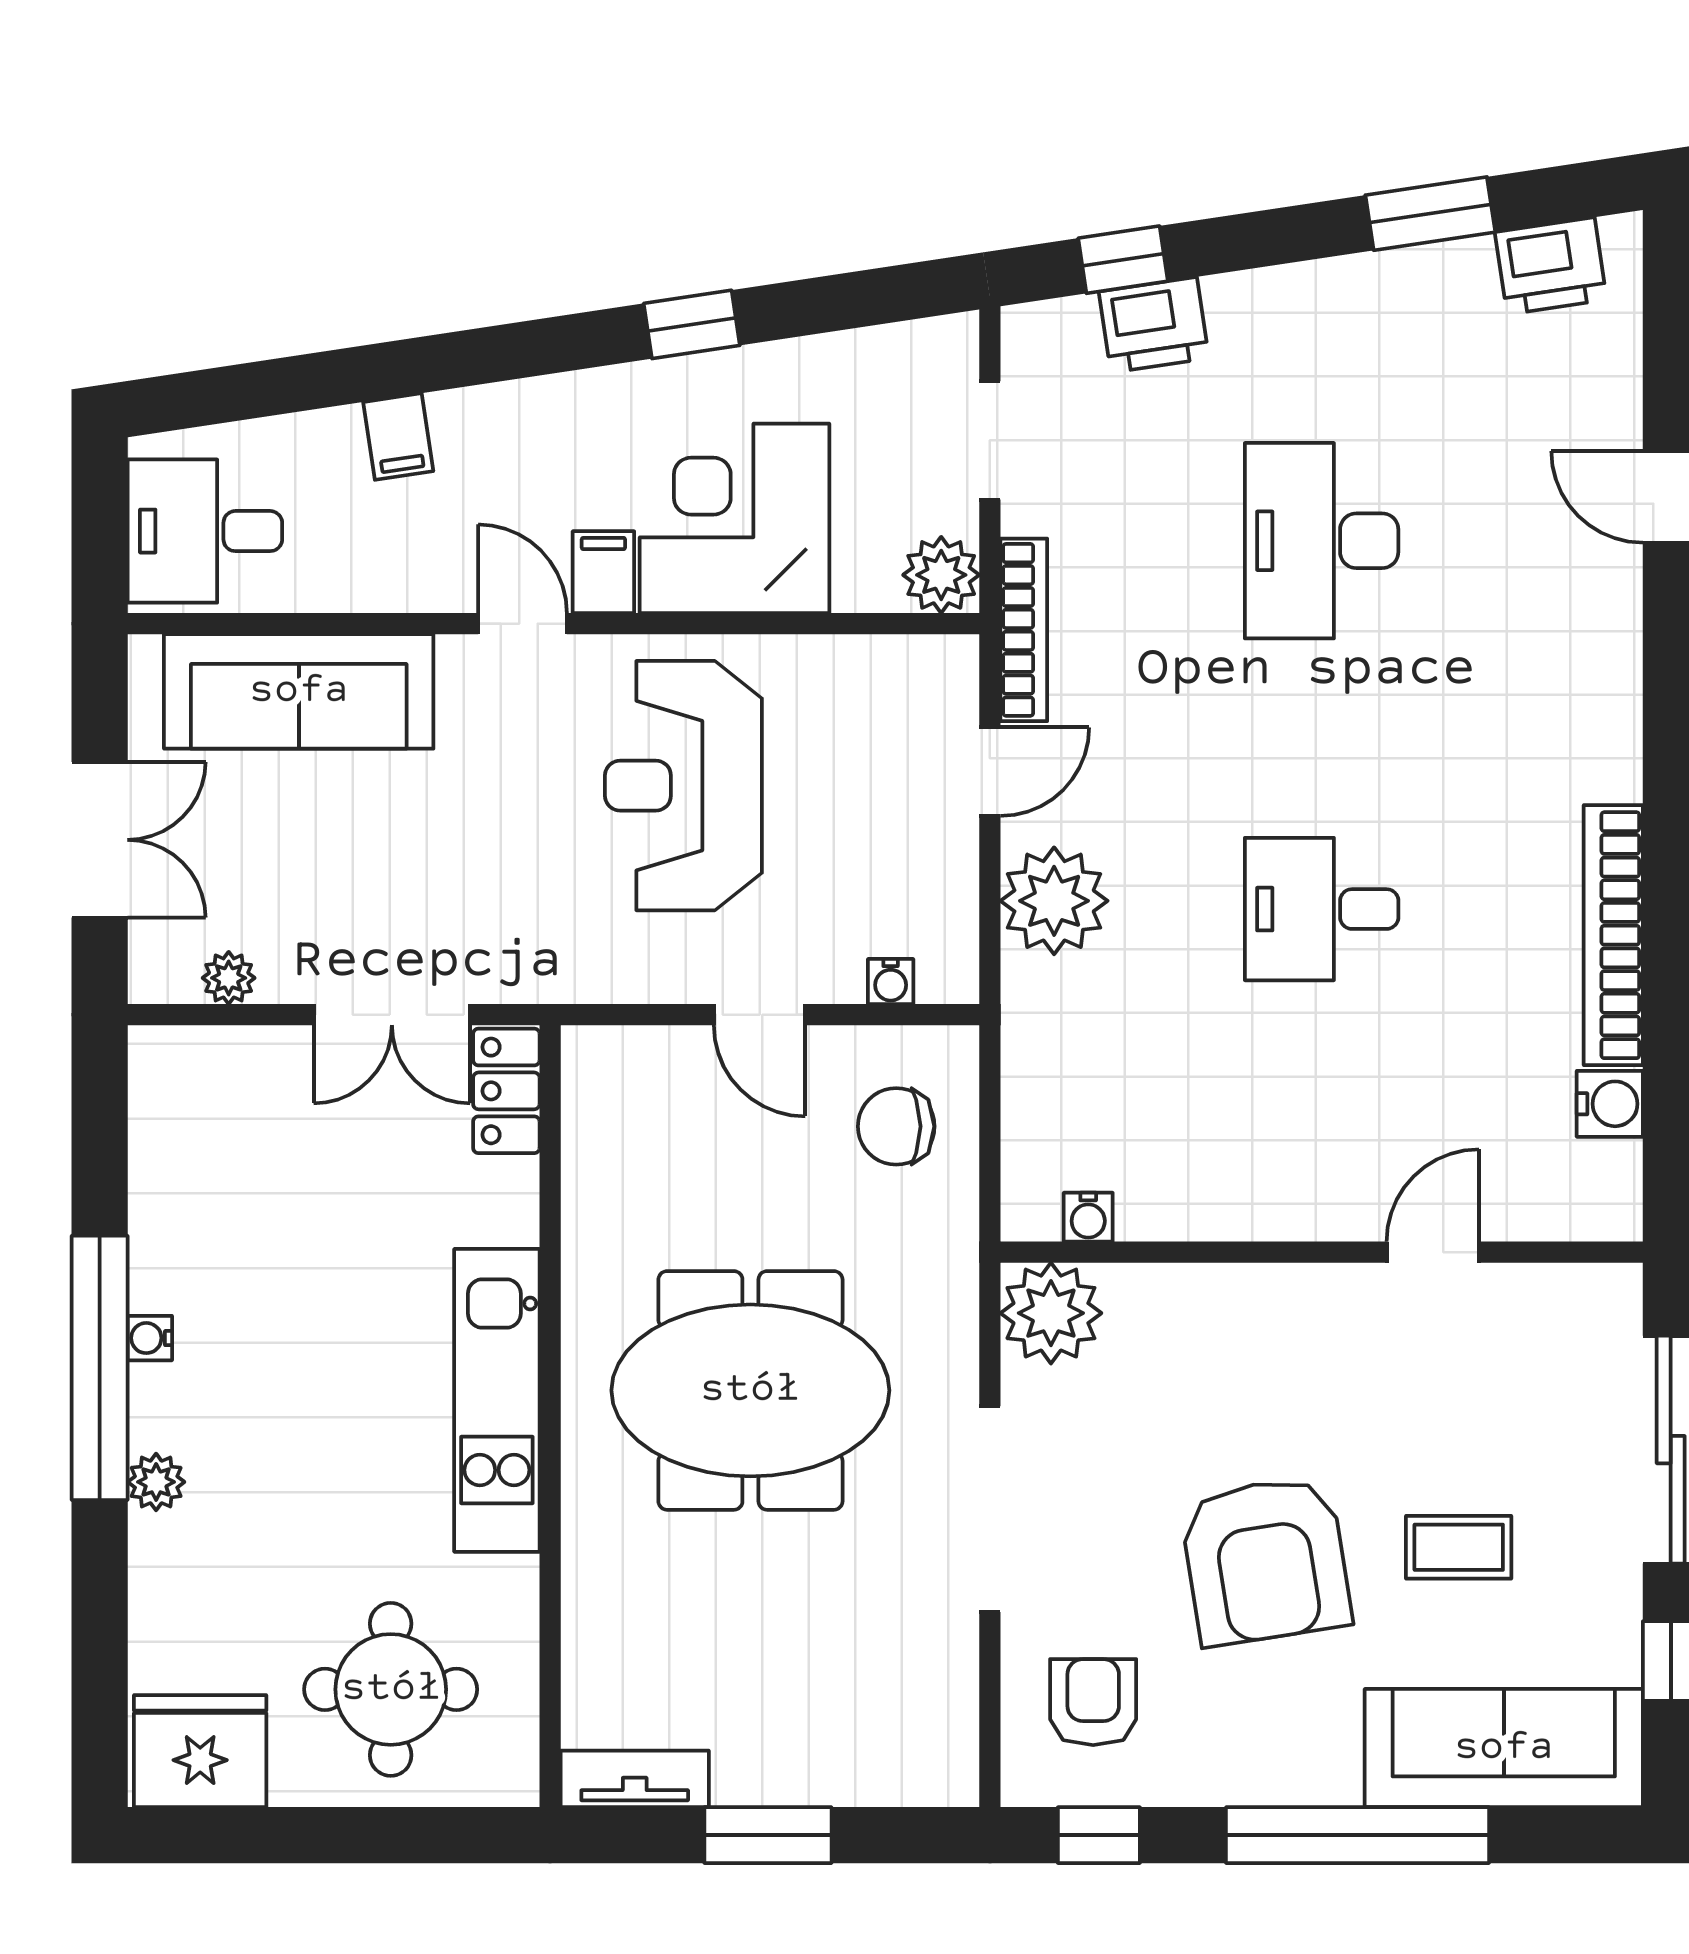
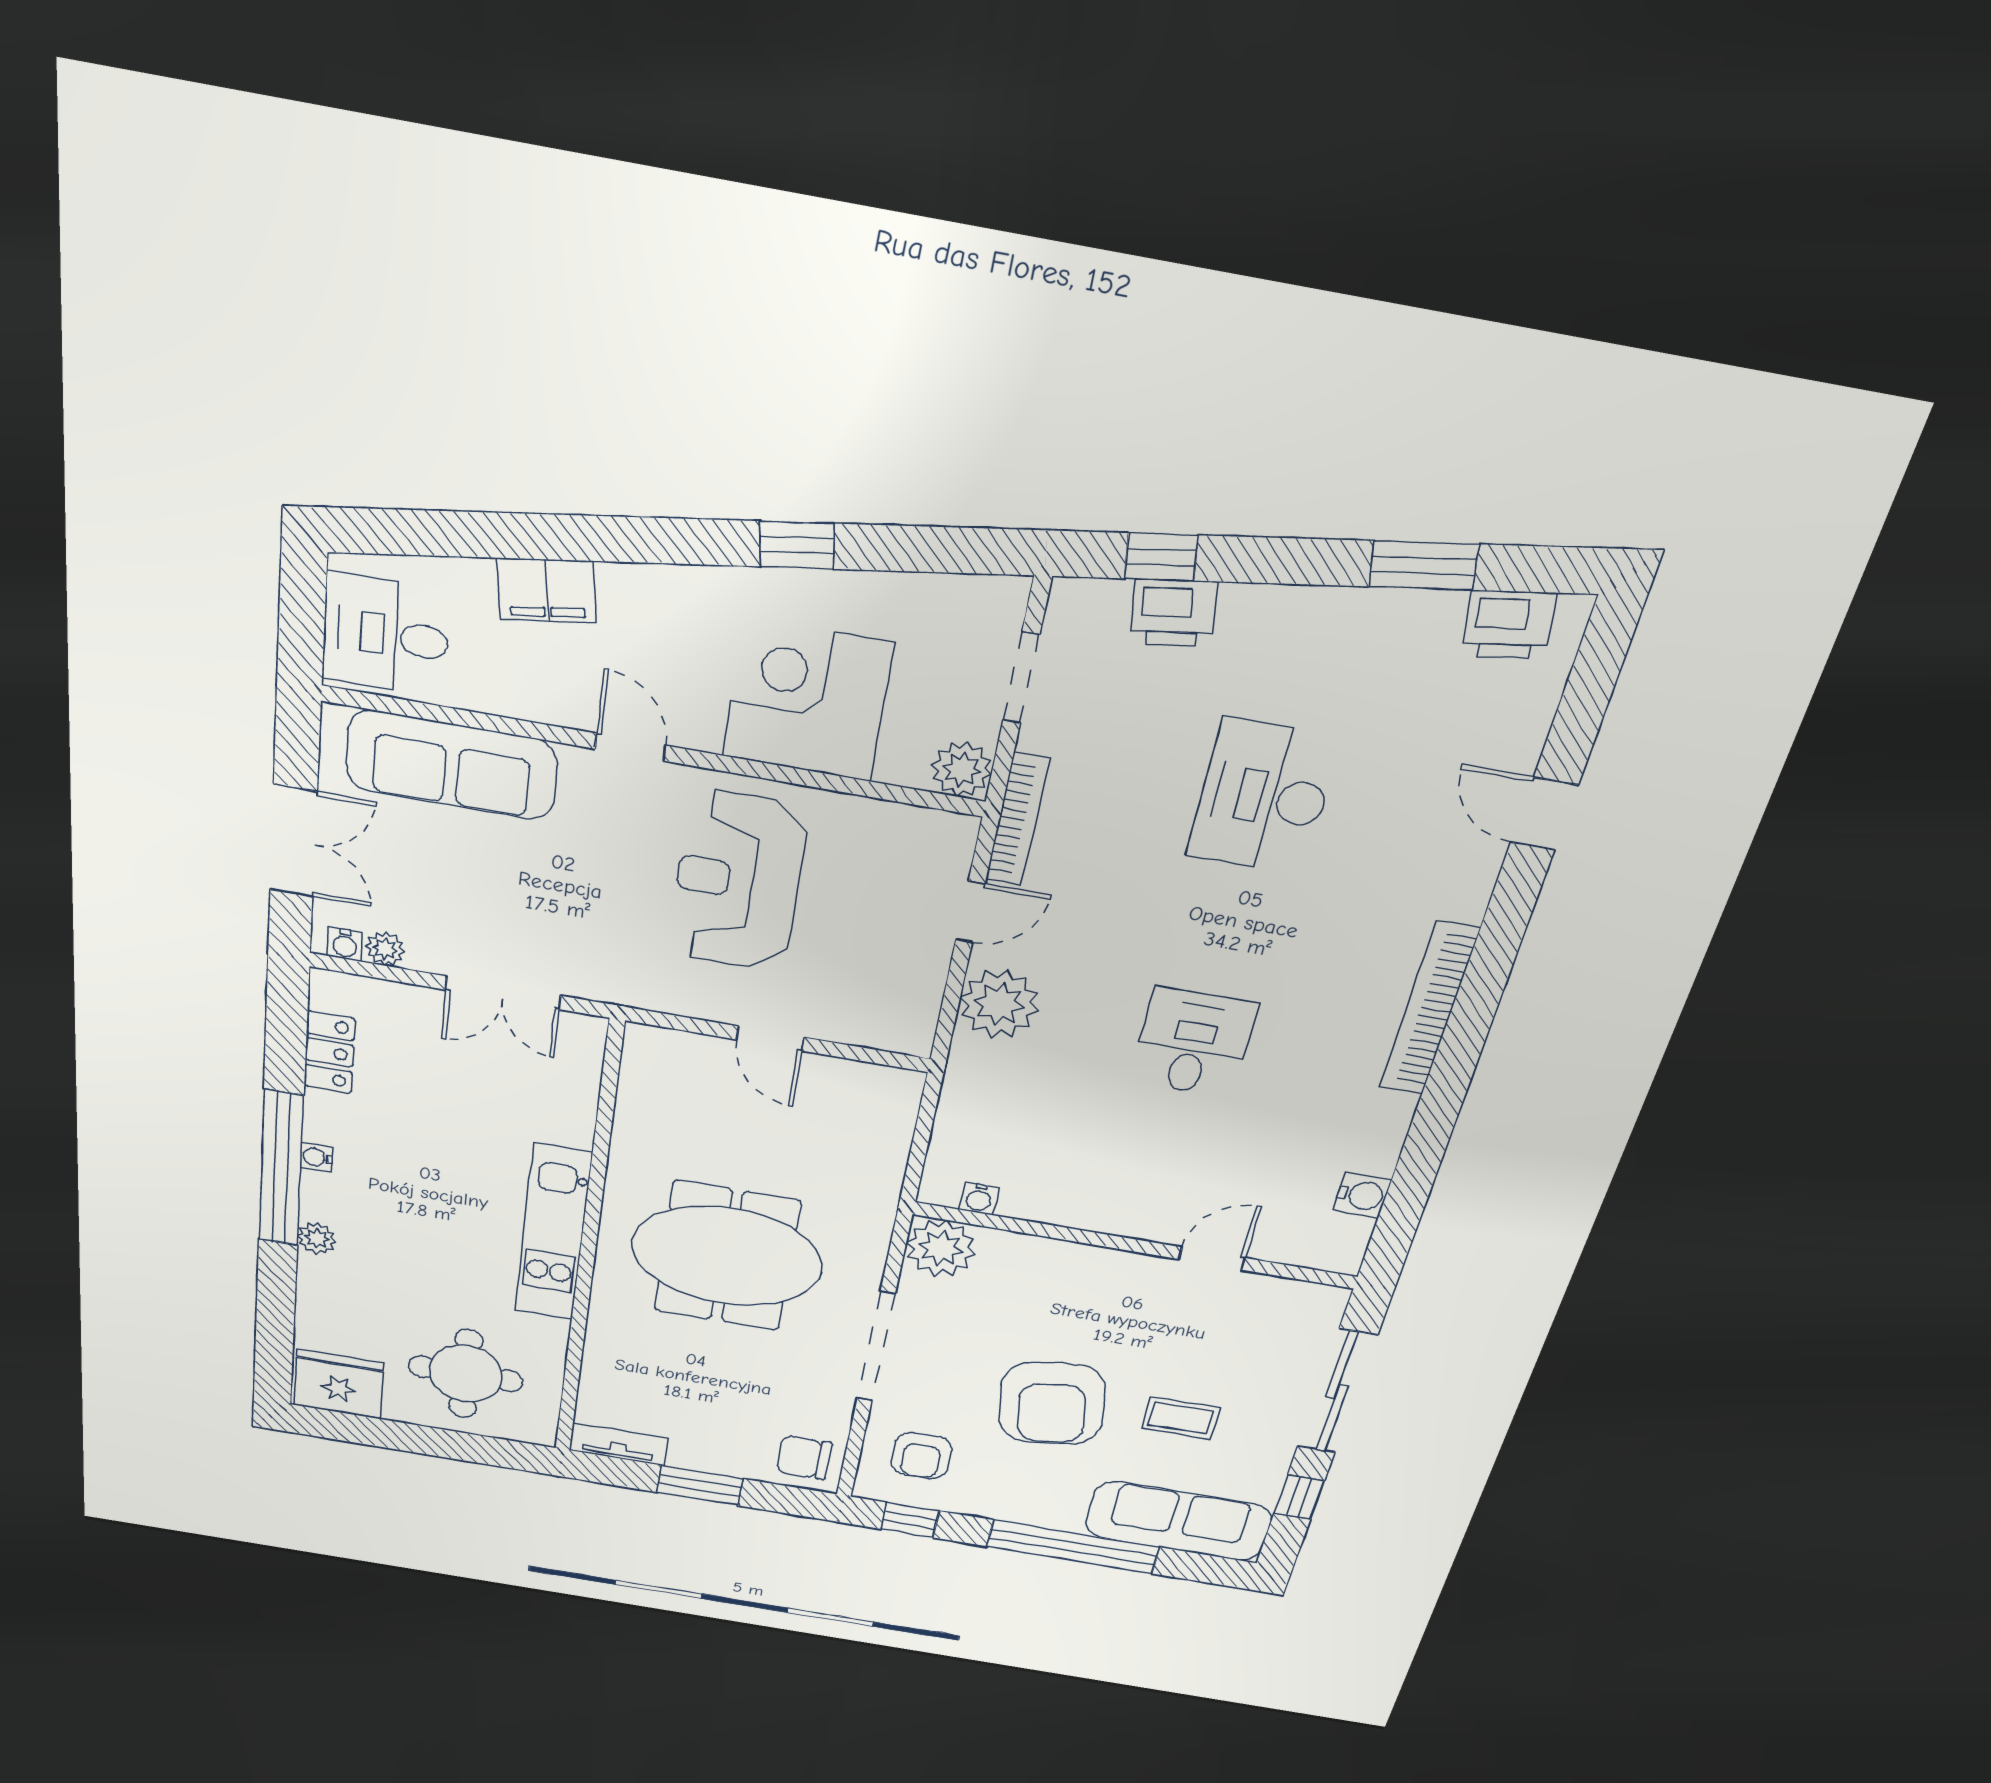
filing cabinet: (398, 437) -> (547, 590), width x2.00
filing cabinet: (603, 572) -> (698, 721), removed
desk: (1322, 909) -> (1193, 1043), turned 90
bookcase: (1613, 935) -> (1429, 1009), moved
water cooler: (891, 982) -> (345, 944), moved
locker: (506, 1091) -> (329, 1052), moved, turned 180
chair: (896, 1126) -> (804, 1457), moved
armchair: (1093, 1702) -> (921, 1456), turned 180

